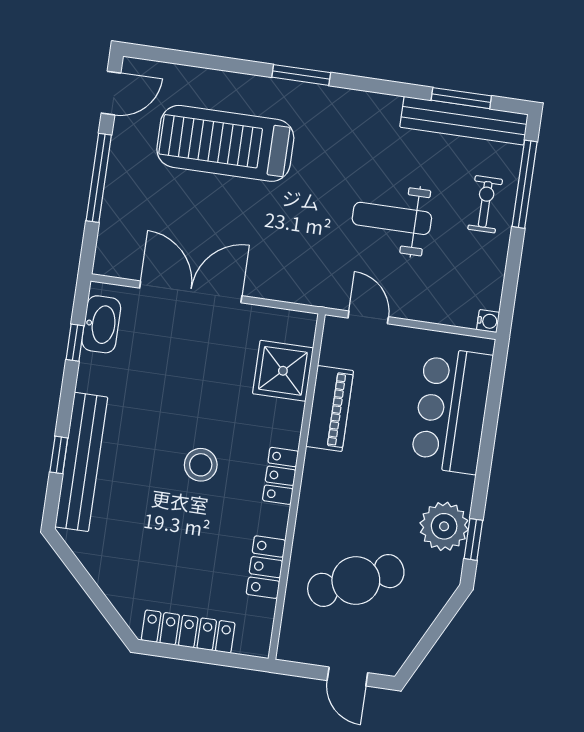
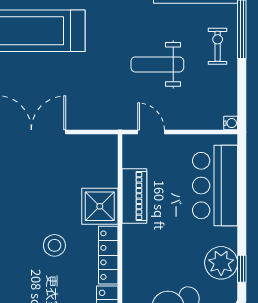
shower: (283, 371) -> (100, 206), moved
locker: (281, 476) -> (108, 255), width x1.53

